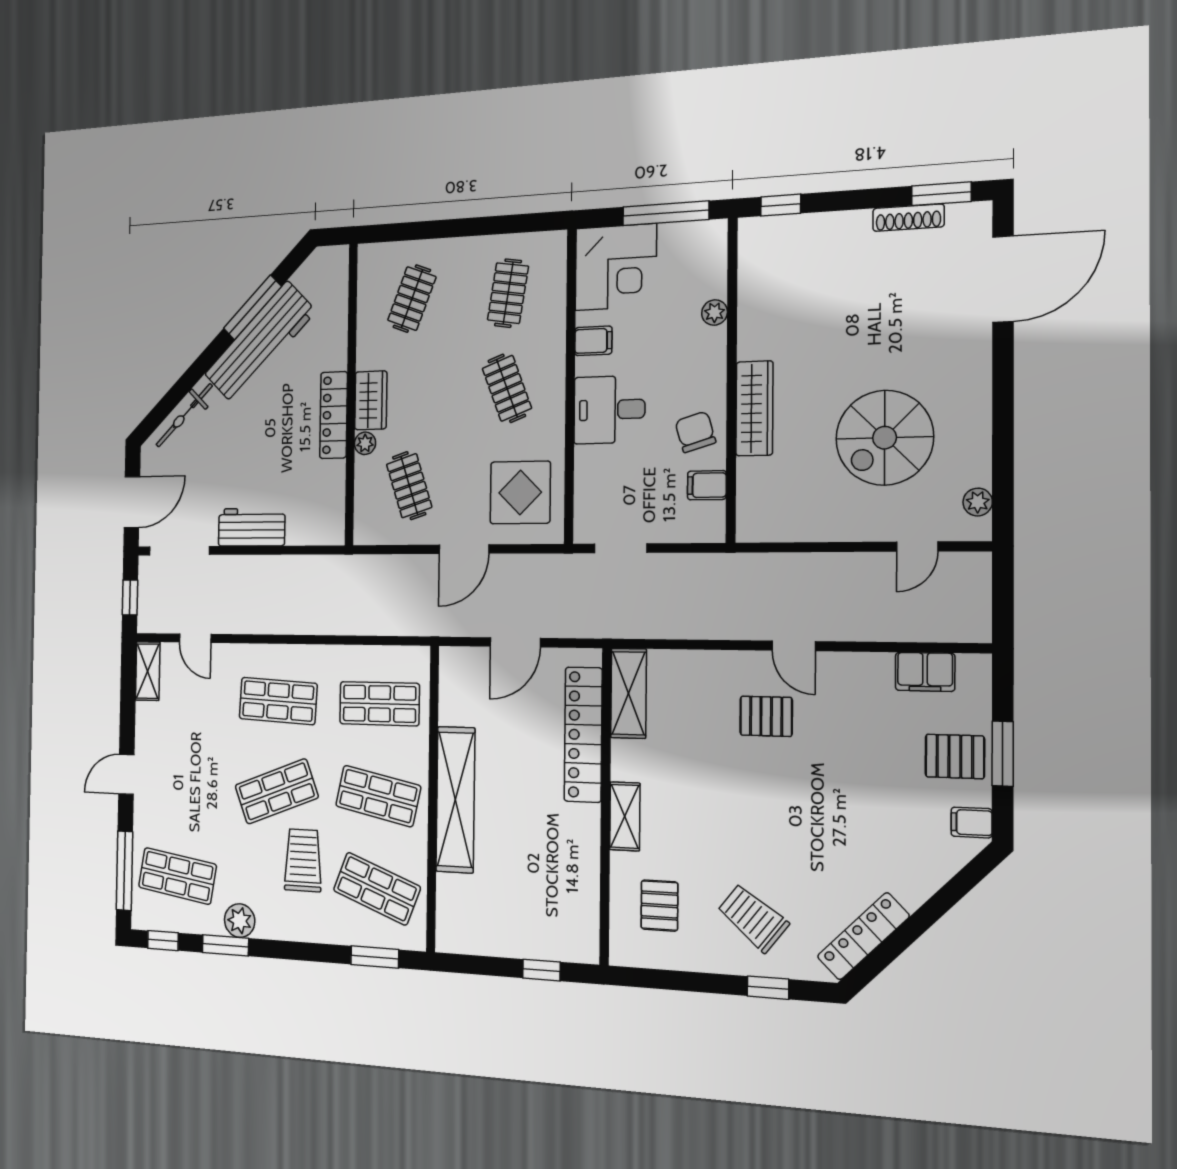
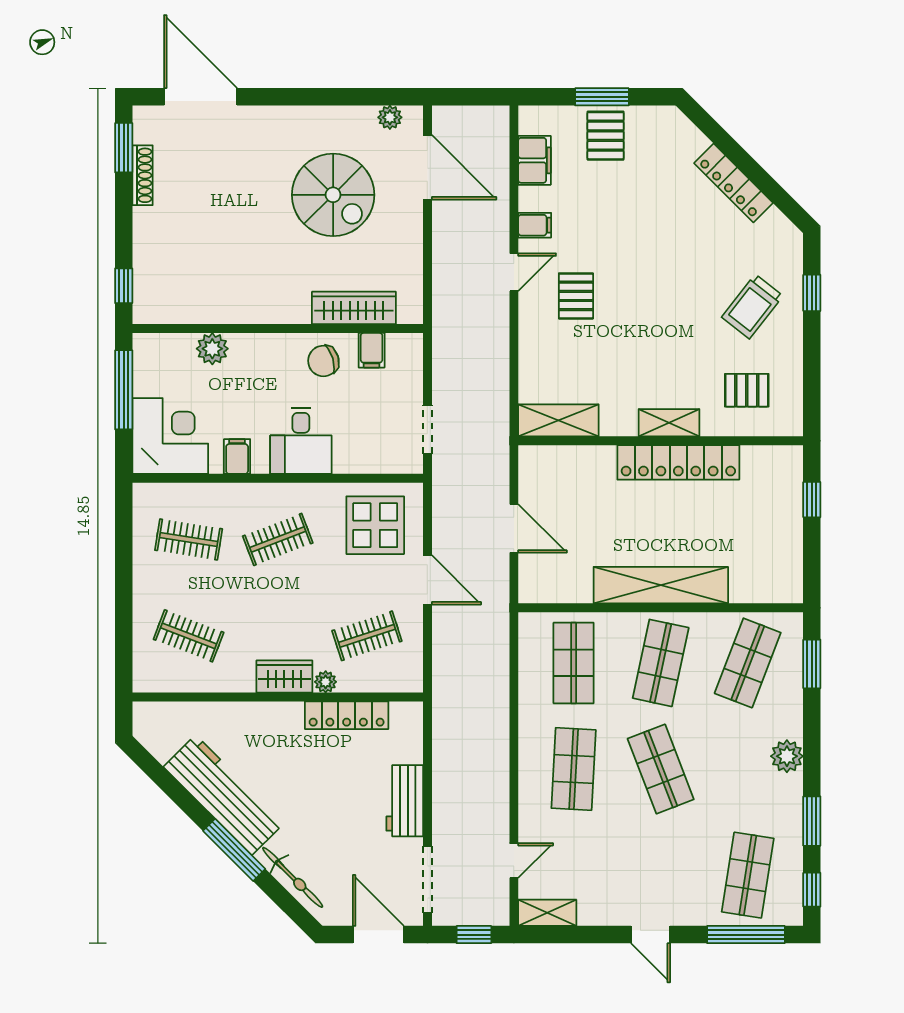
window: (252, 307) -> (234, 850), moved
plant: (715, 313) -> (212, 349), width x1.38, depth x1.38
wardrobe: (754, 408) -> (354, 308), moved
locker: (334, 415) -> (347, 715), moved
door: (917, 547) -> (427, 167), width x1.87
locker: (583, 735) -> (678, 462), moved
filing cabinet: (972, 822) -> (535, 225), moved, turned -90
trolley: (303, 860) -> (725, 740), removed
plant: (240, 921) -> (787, 756), moved
locker: (863, 936) -> (733, 183), moved

